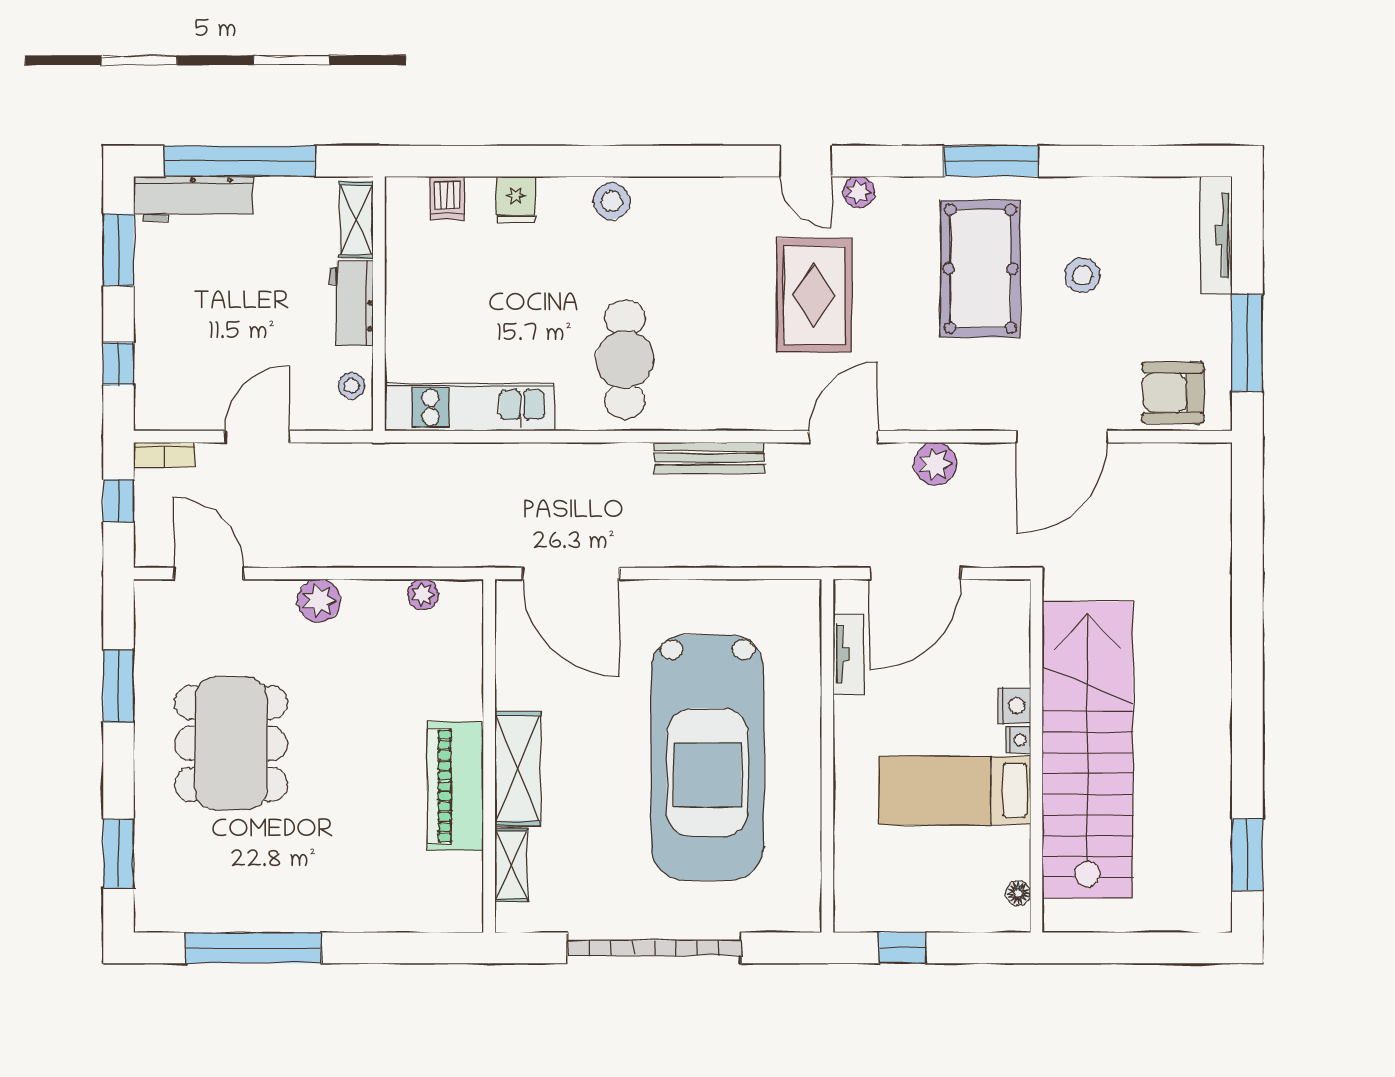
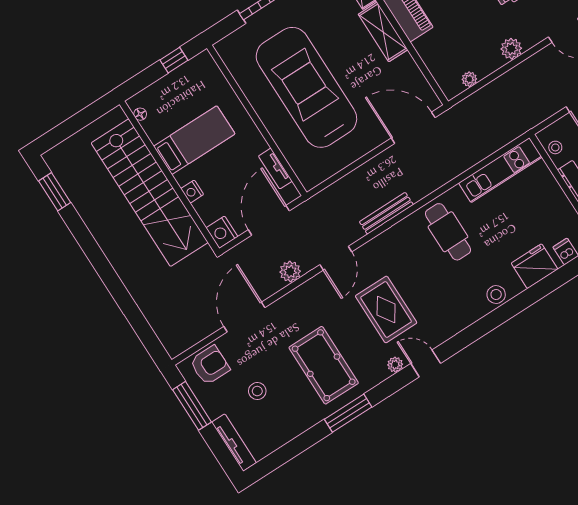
fridge: (516, 199) -> (535, 266), width x1.88, depth x1.34
stool: (1082, 275) -> (257, 391), moved
nightstand: (1018, 740) -> (222, 232), moved, width x1.89, depth x1.79

